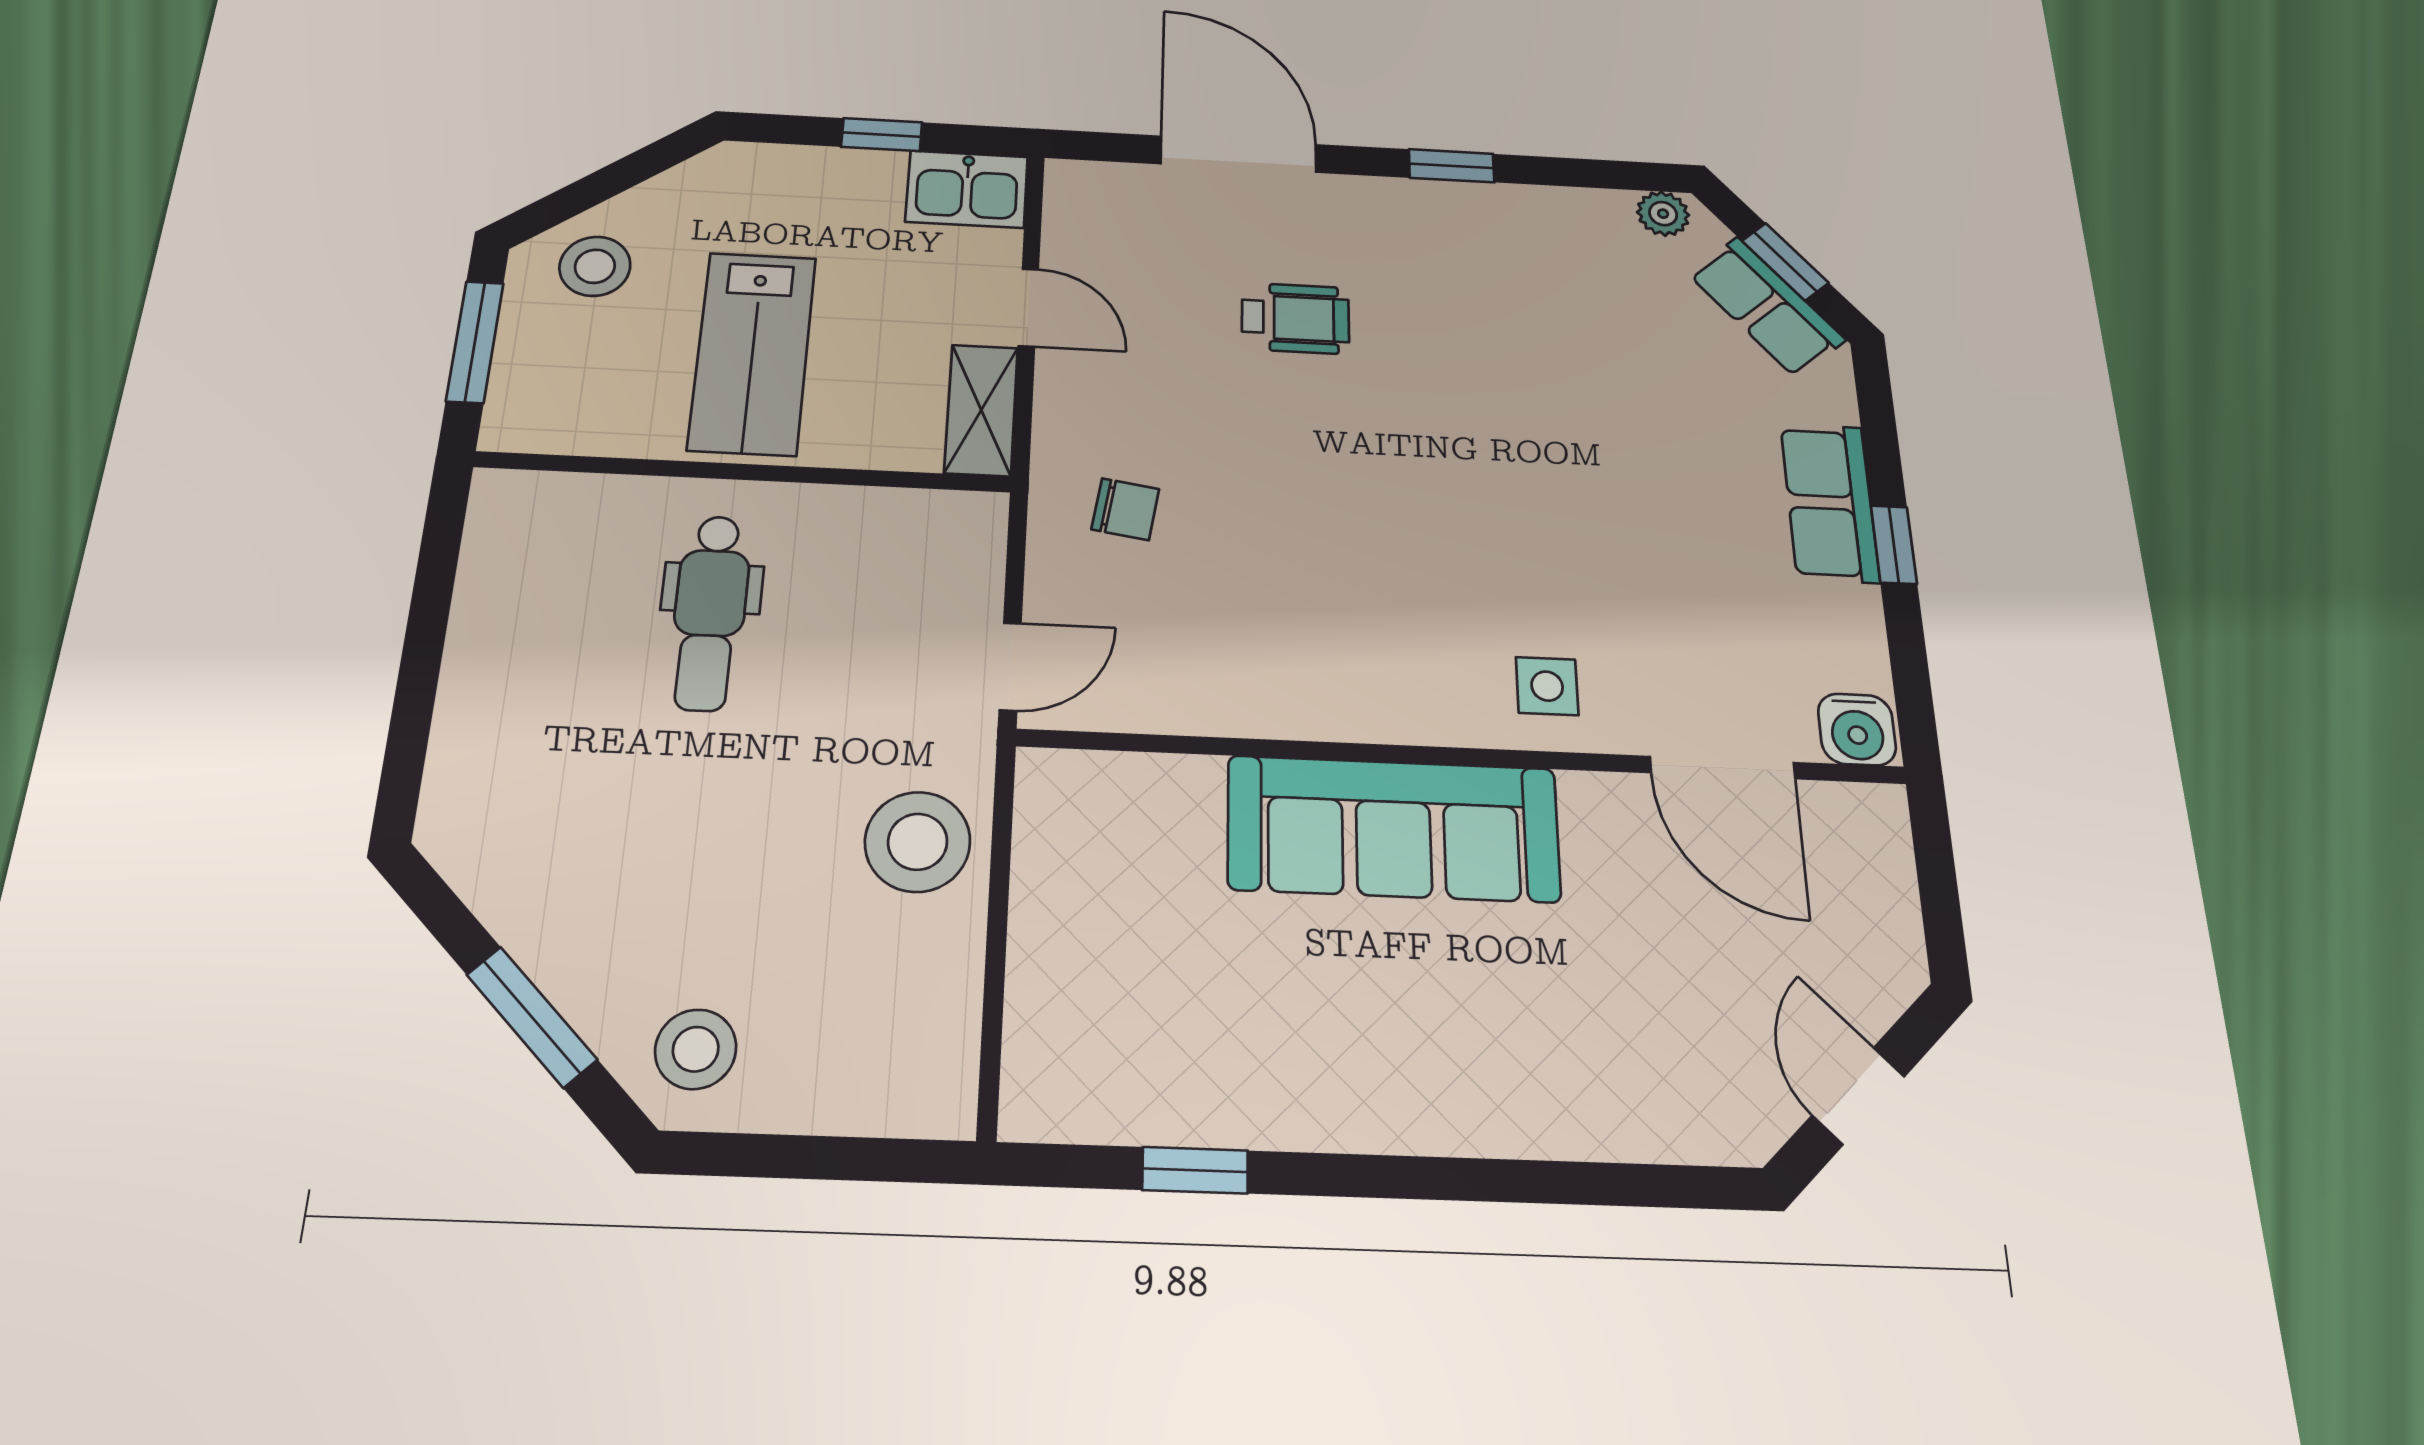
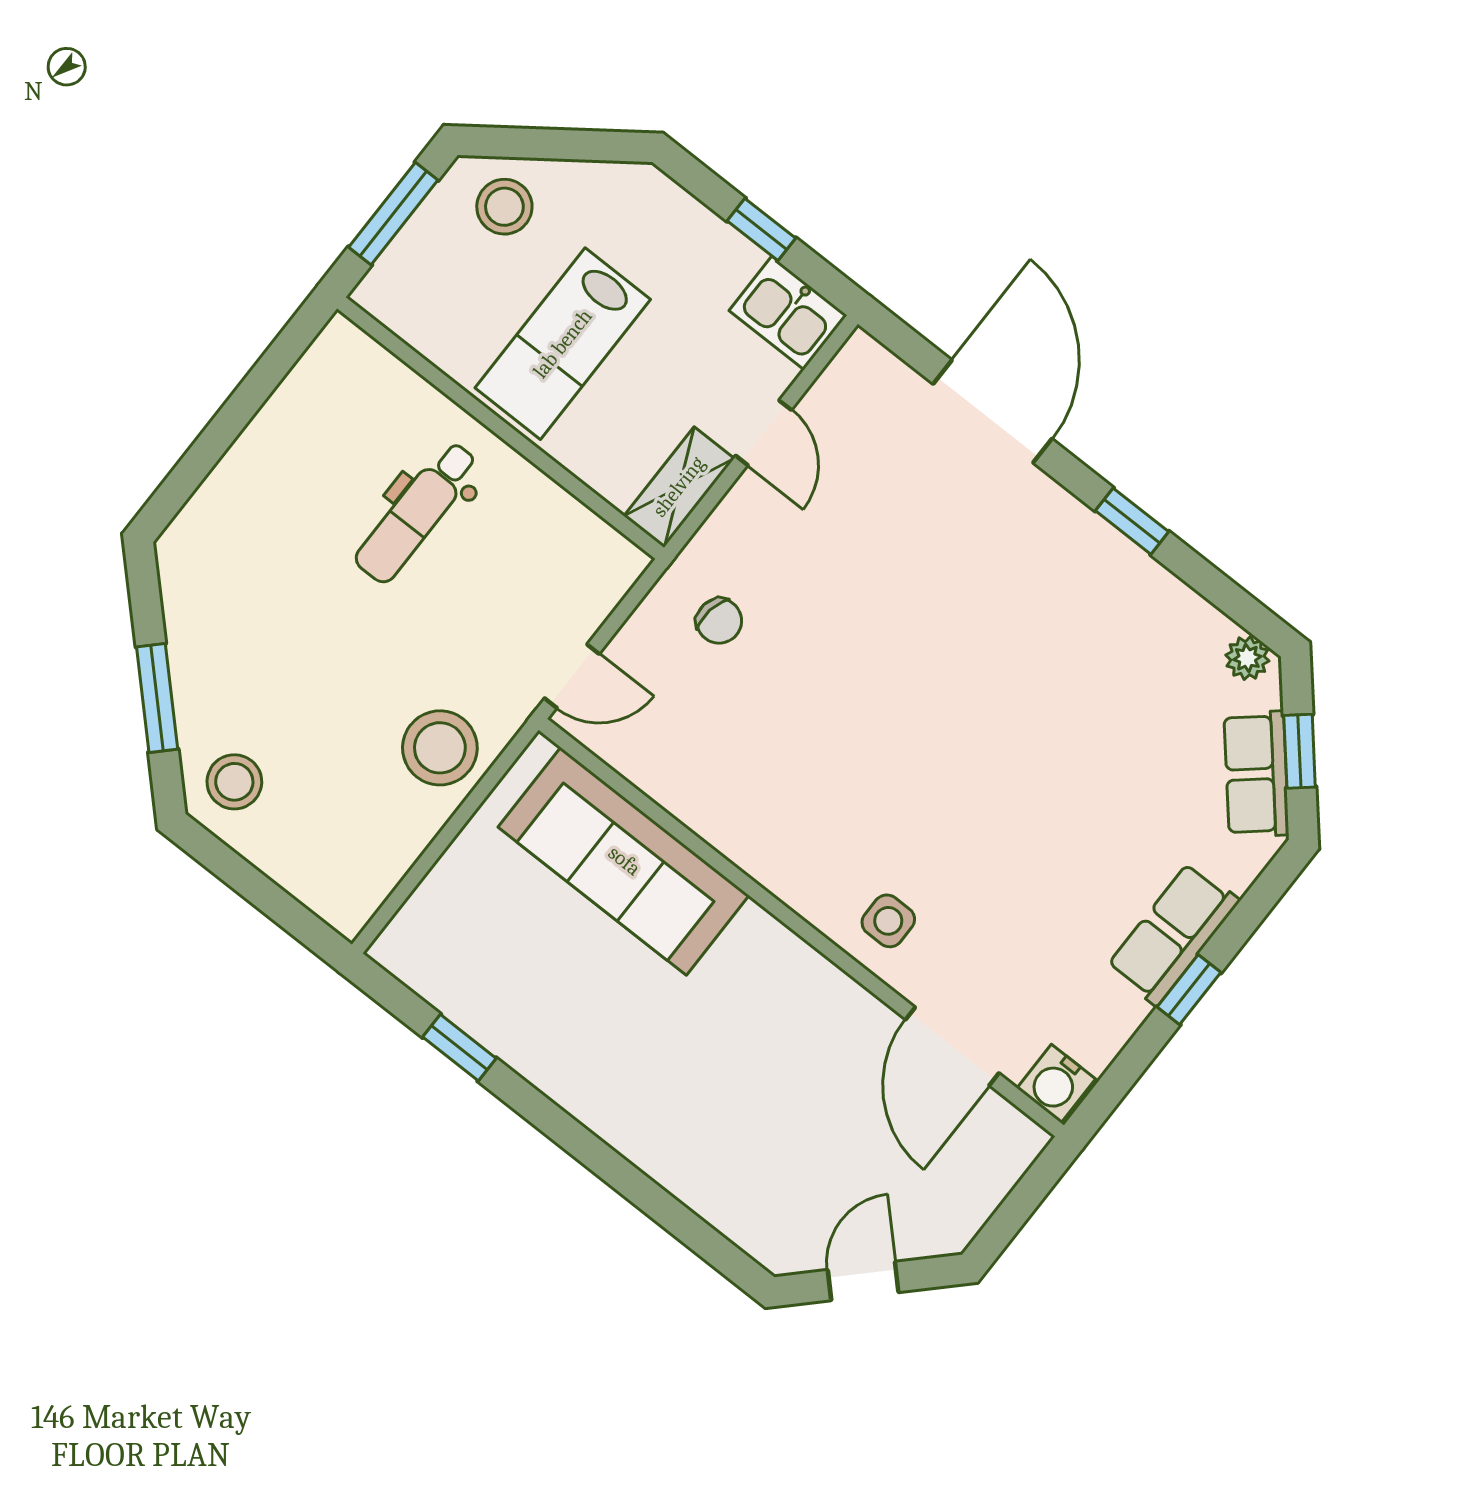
wheelchair: (1295, 318) -> (933, 562), removed
sofa: (1393, 829) -> (624, 861), moved

